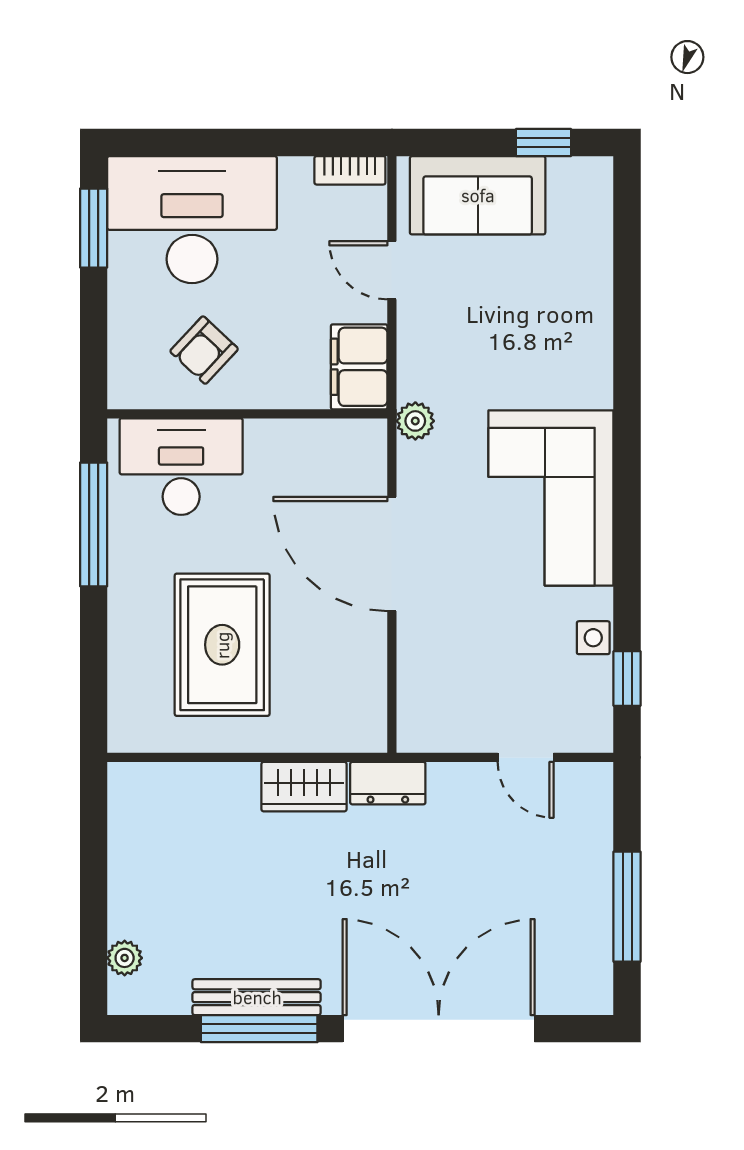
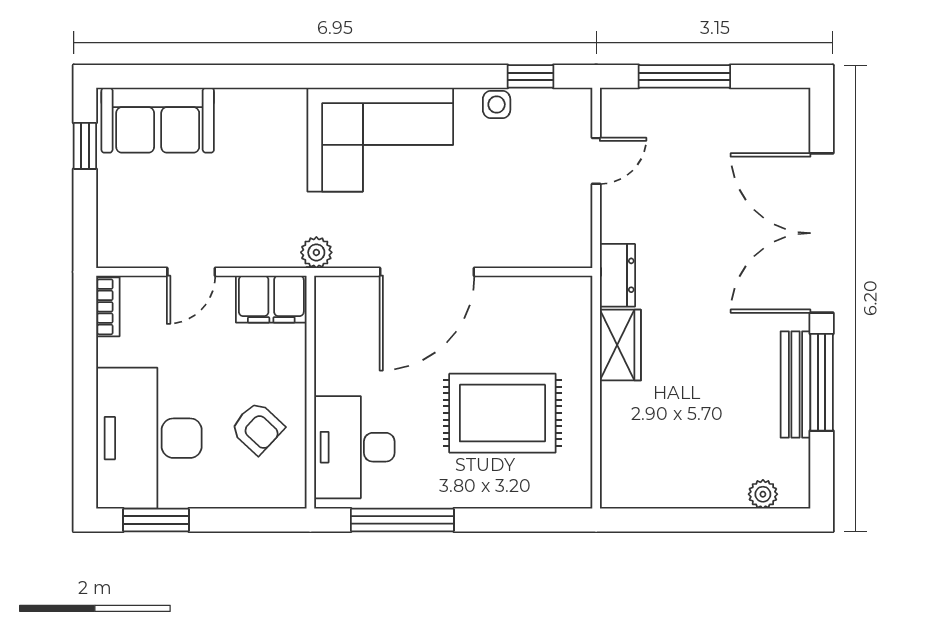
sofa: (478, 195) -> (158, 120), moved, turned 90
window: (627, 907) -> (684, 76), moved

